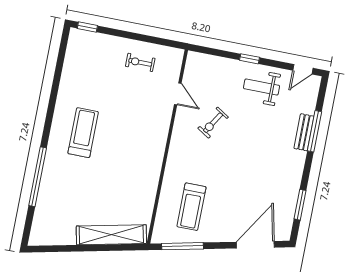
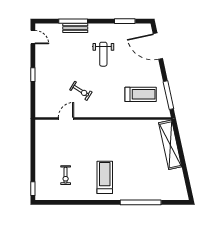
exercise bike: (140, 62) -> (66, 175), moved
weight bench: (262, 87) -> (103, 54), moved
treadmill: (83, 133) -> (105, 177), turned 90

